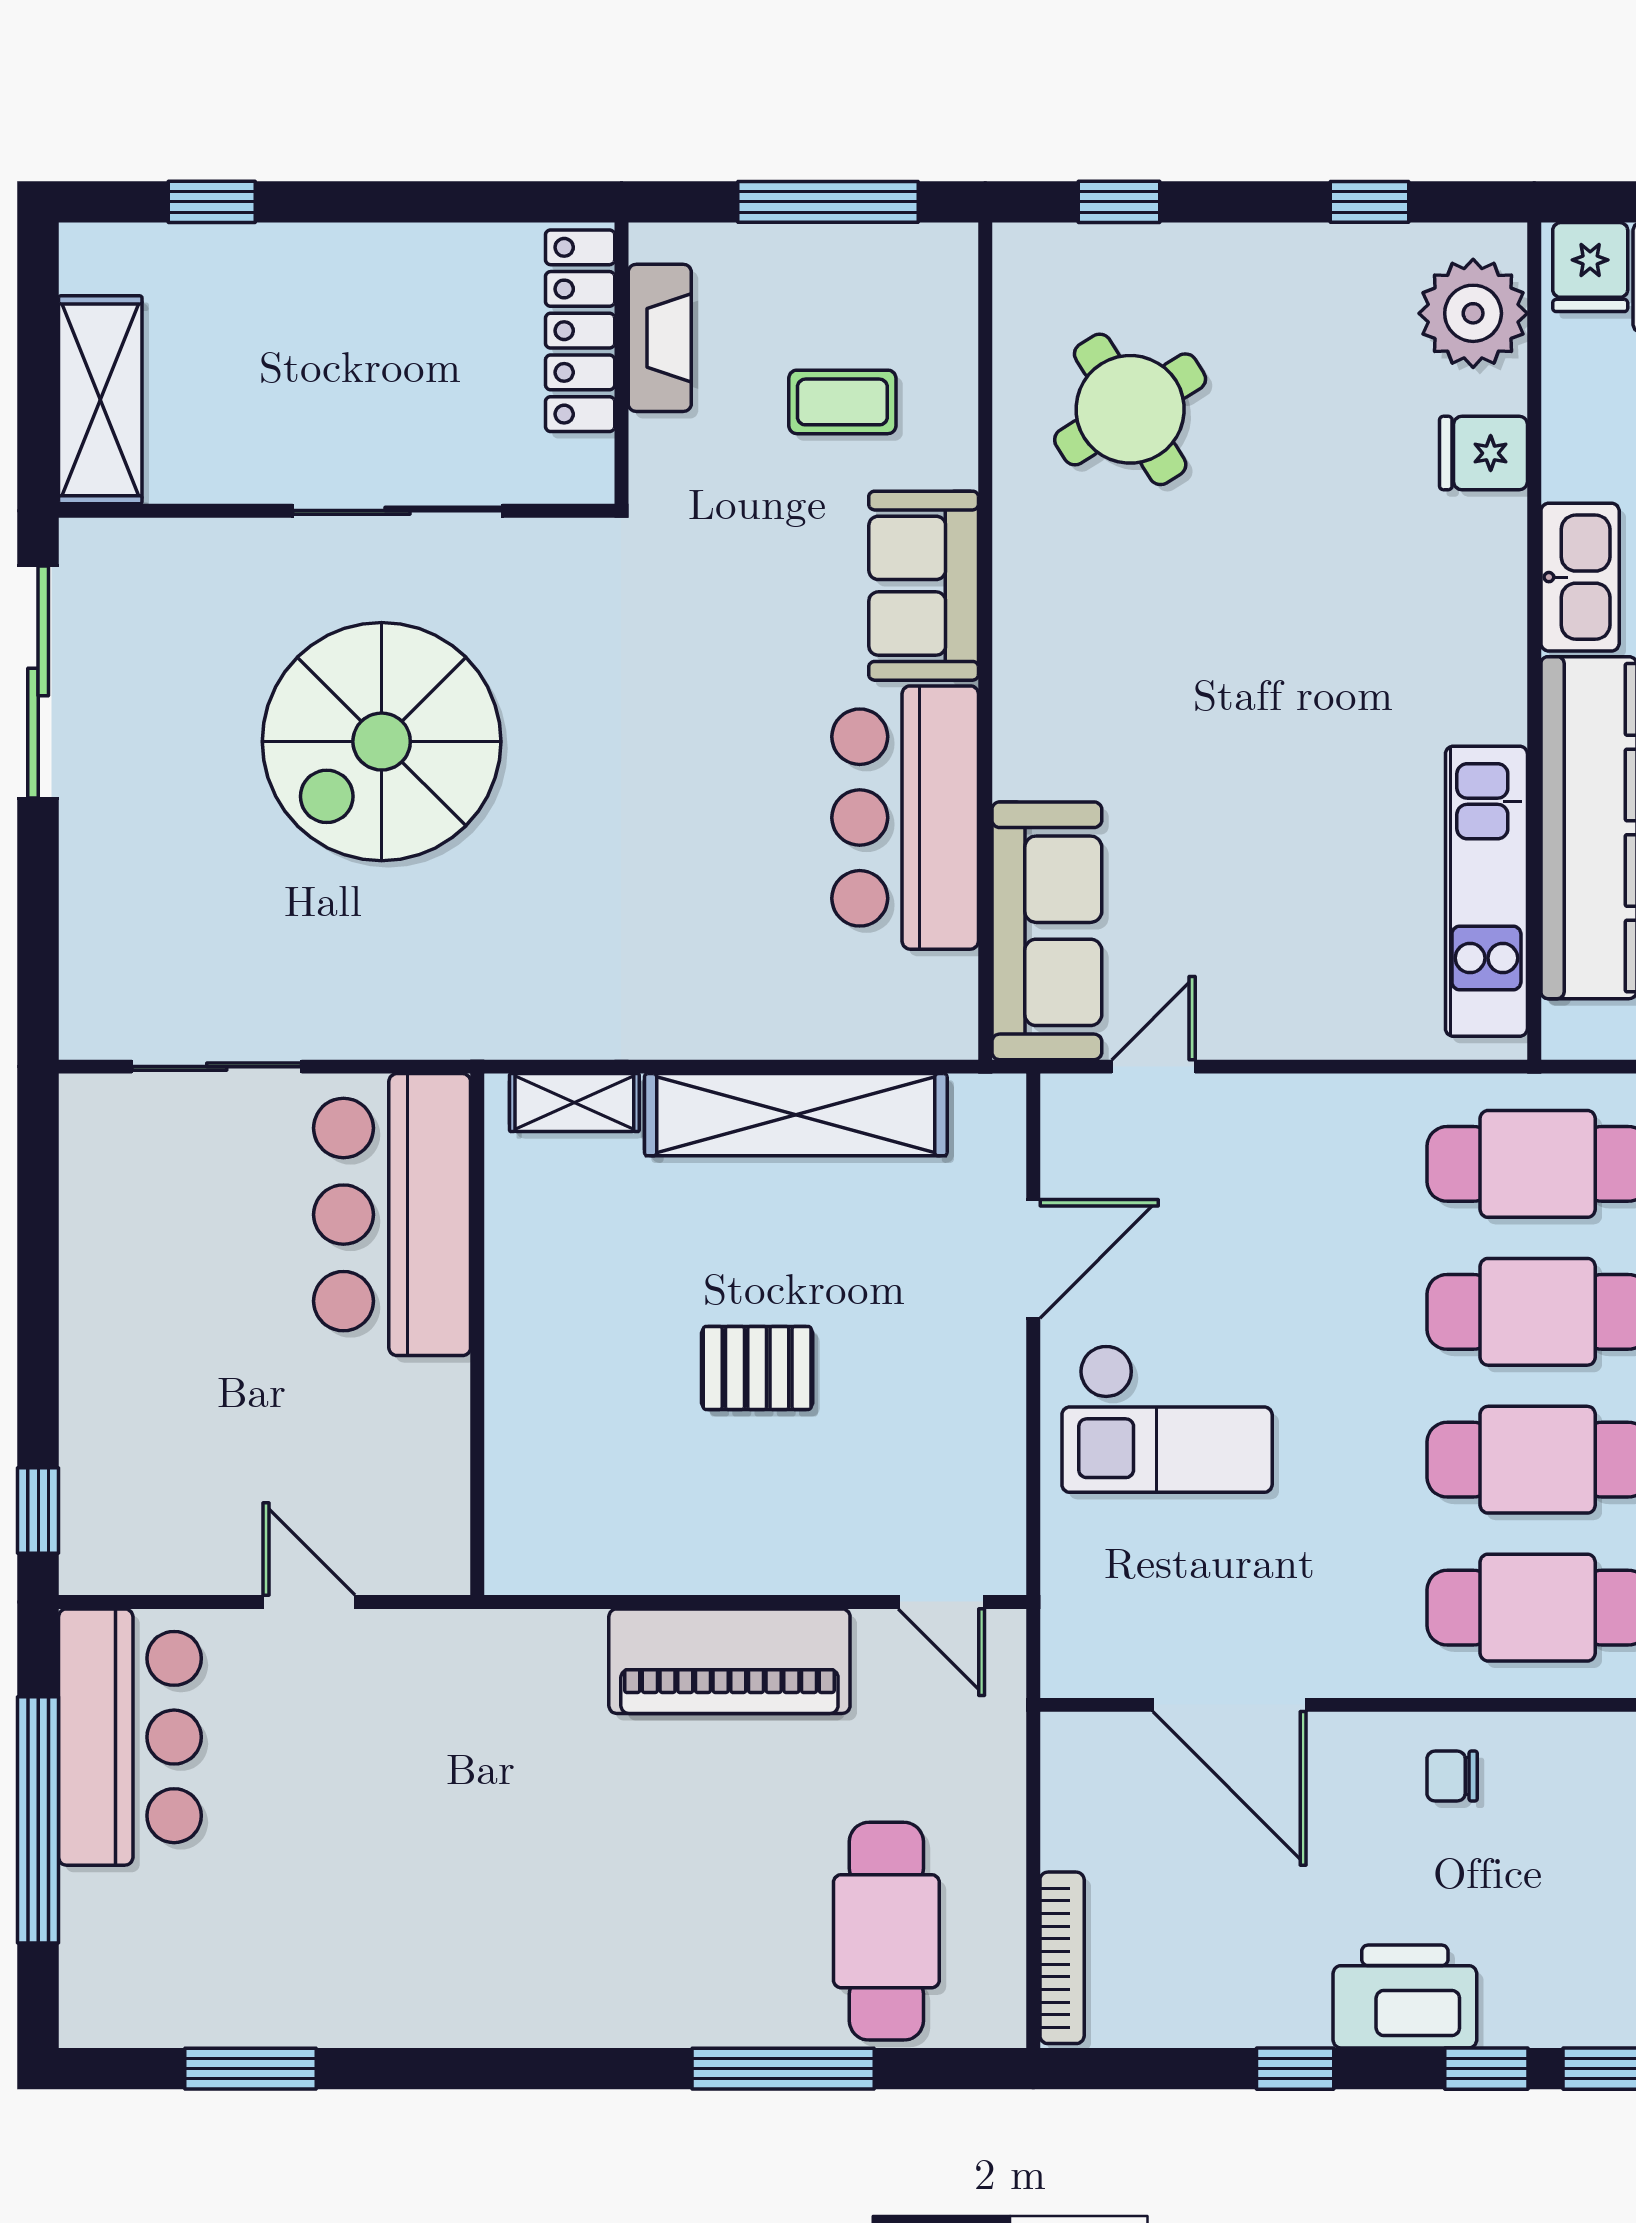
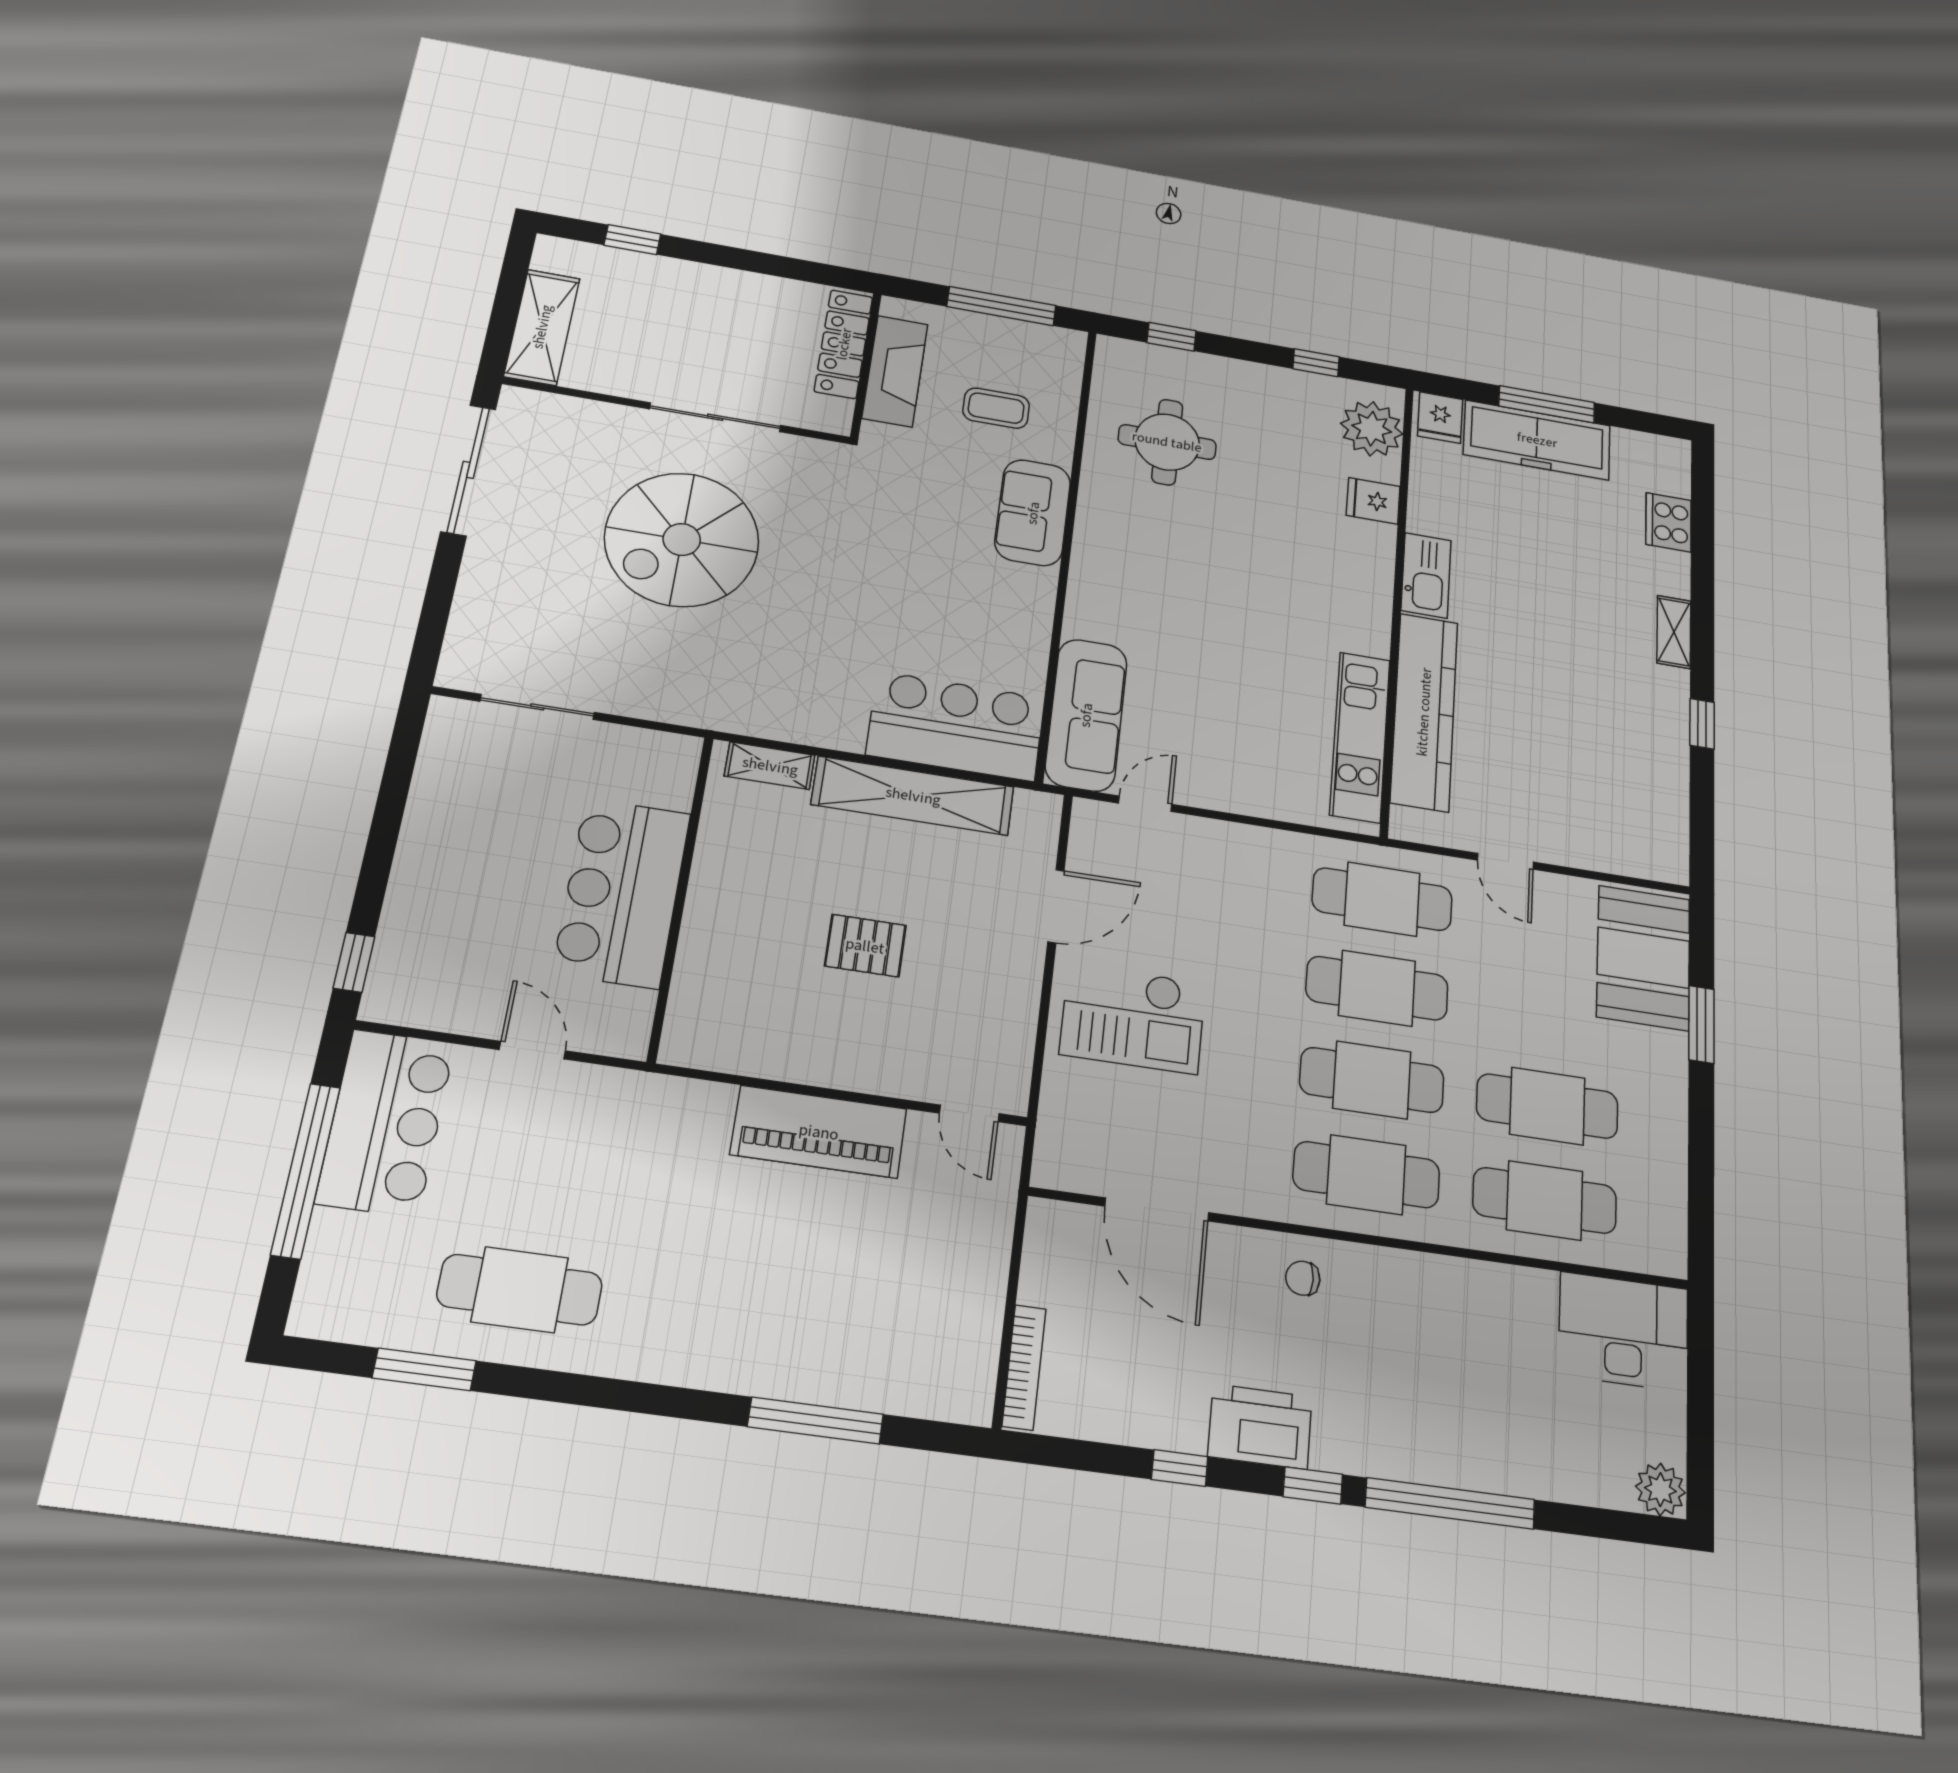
fireplace: (660, 338) -> (895, 371), width x1.37, depth x1.32
round table: (1130, 409) -> (1167, 442), turned 32
bar counter: (905, 818) -> (956, 726), moved, turned 90
bar counter: (392, 1215) -> (622, 893), moved
cafe table: (886, 1931) -> (520, 1290), moved, turned 90

